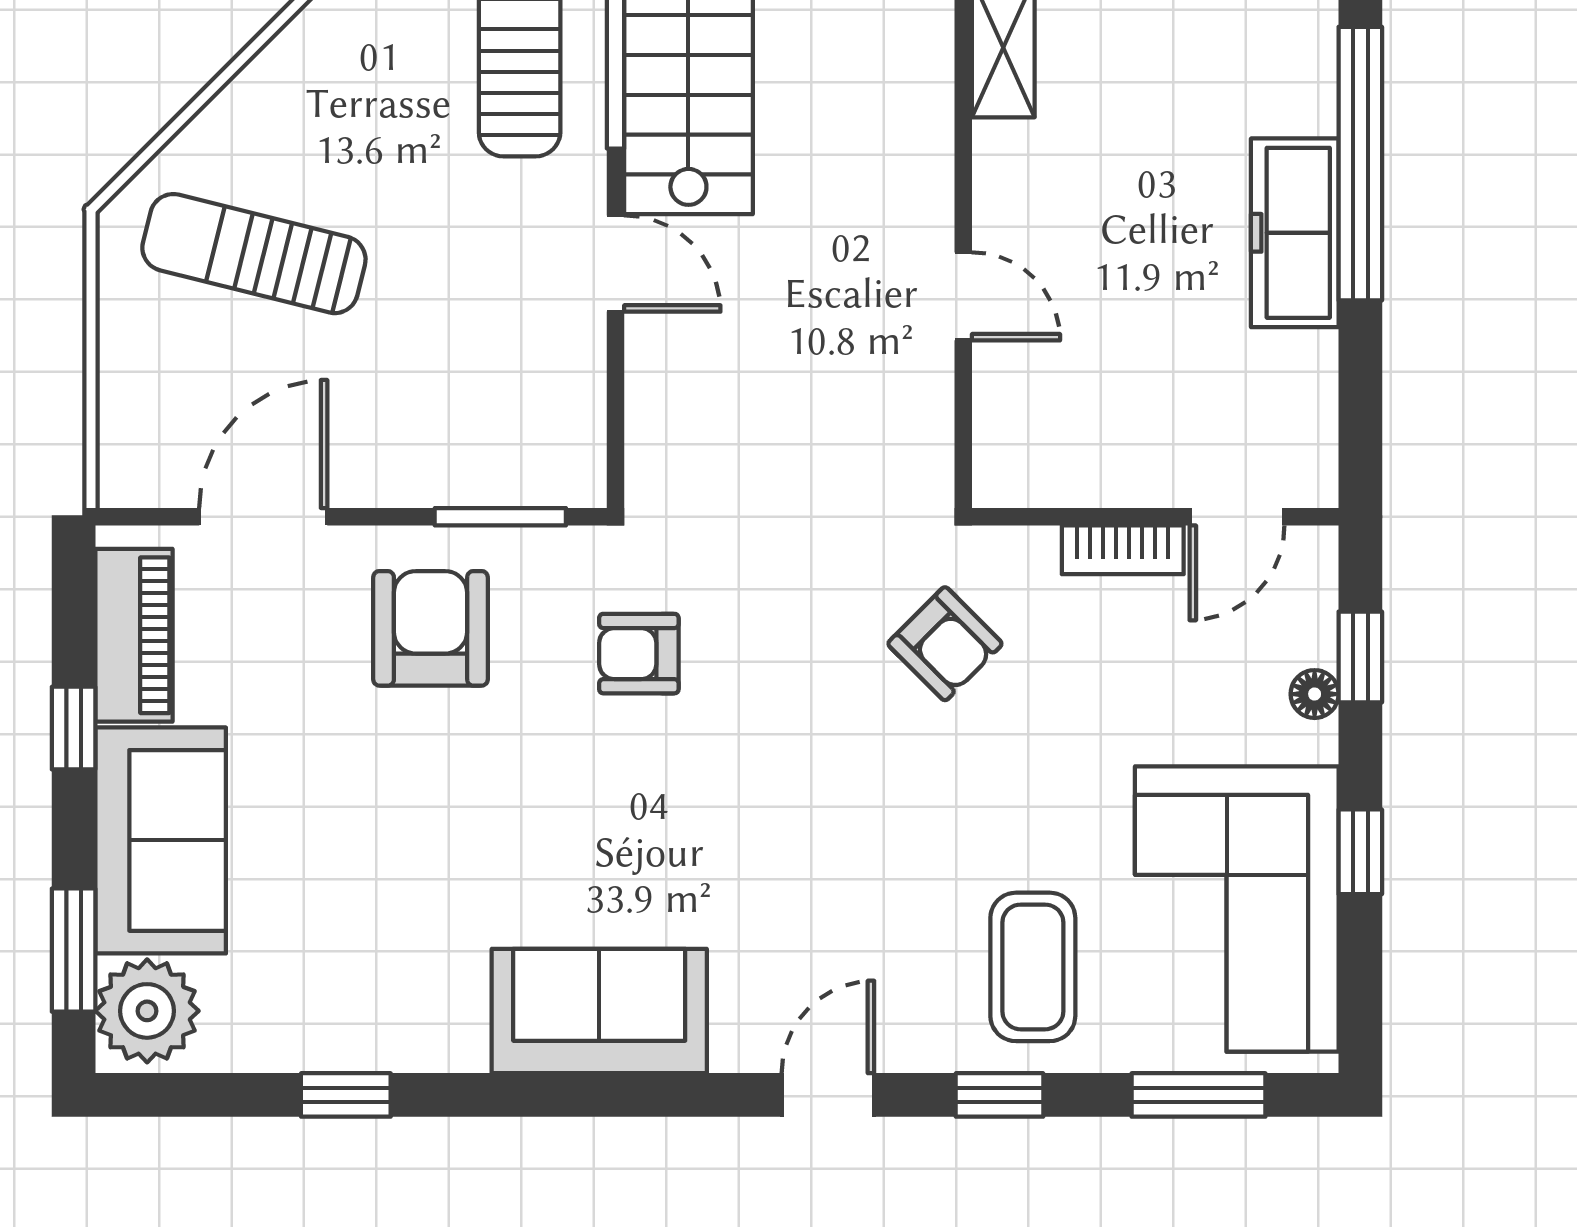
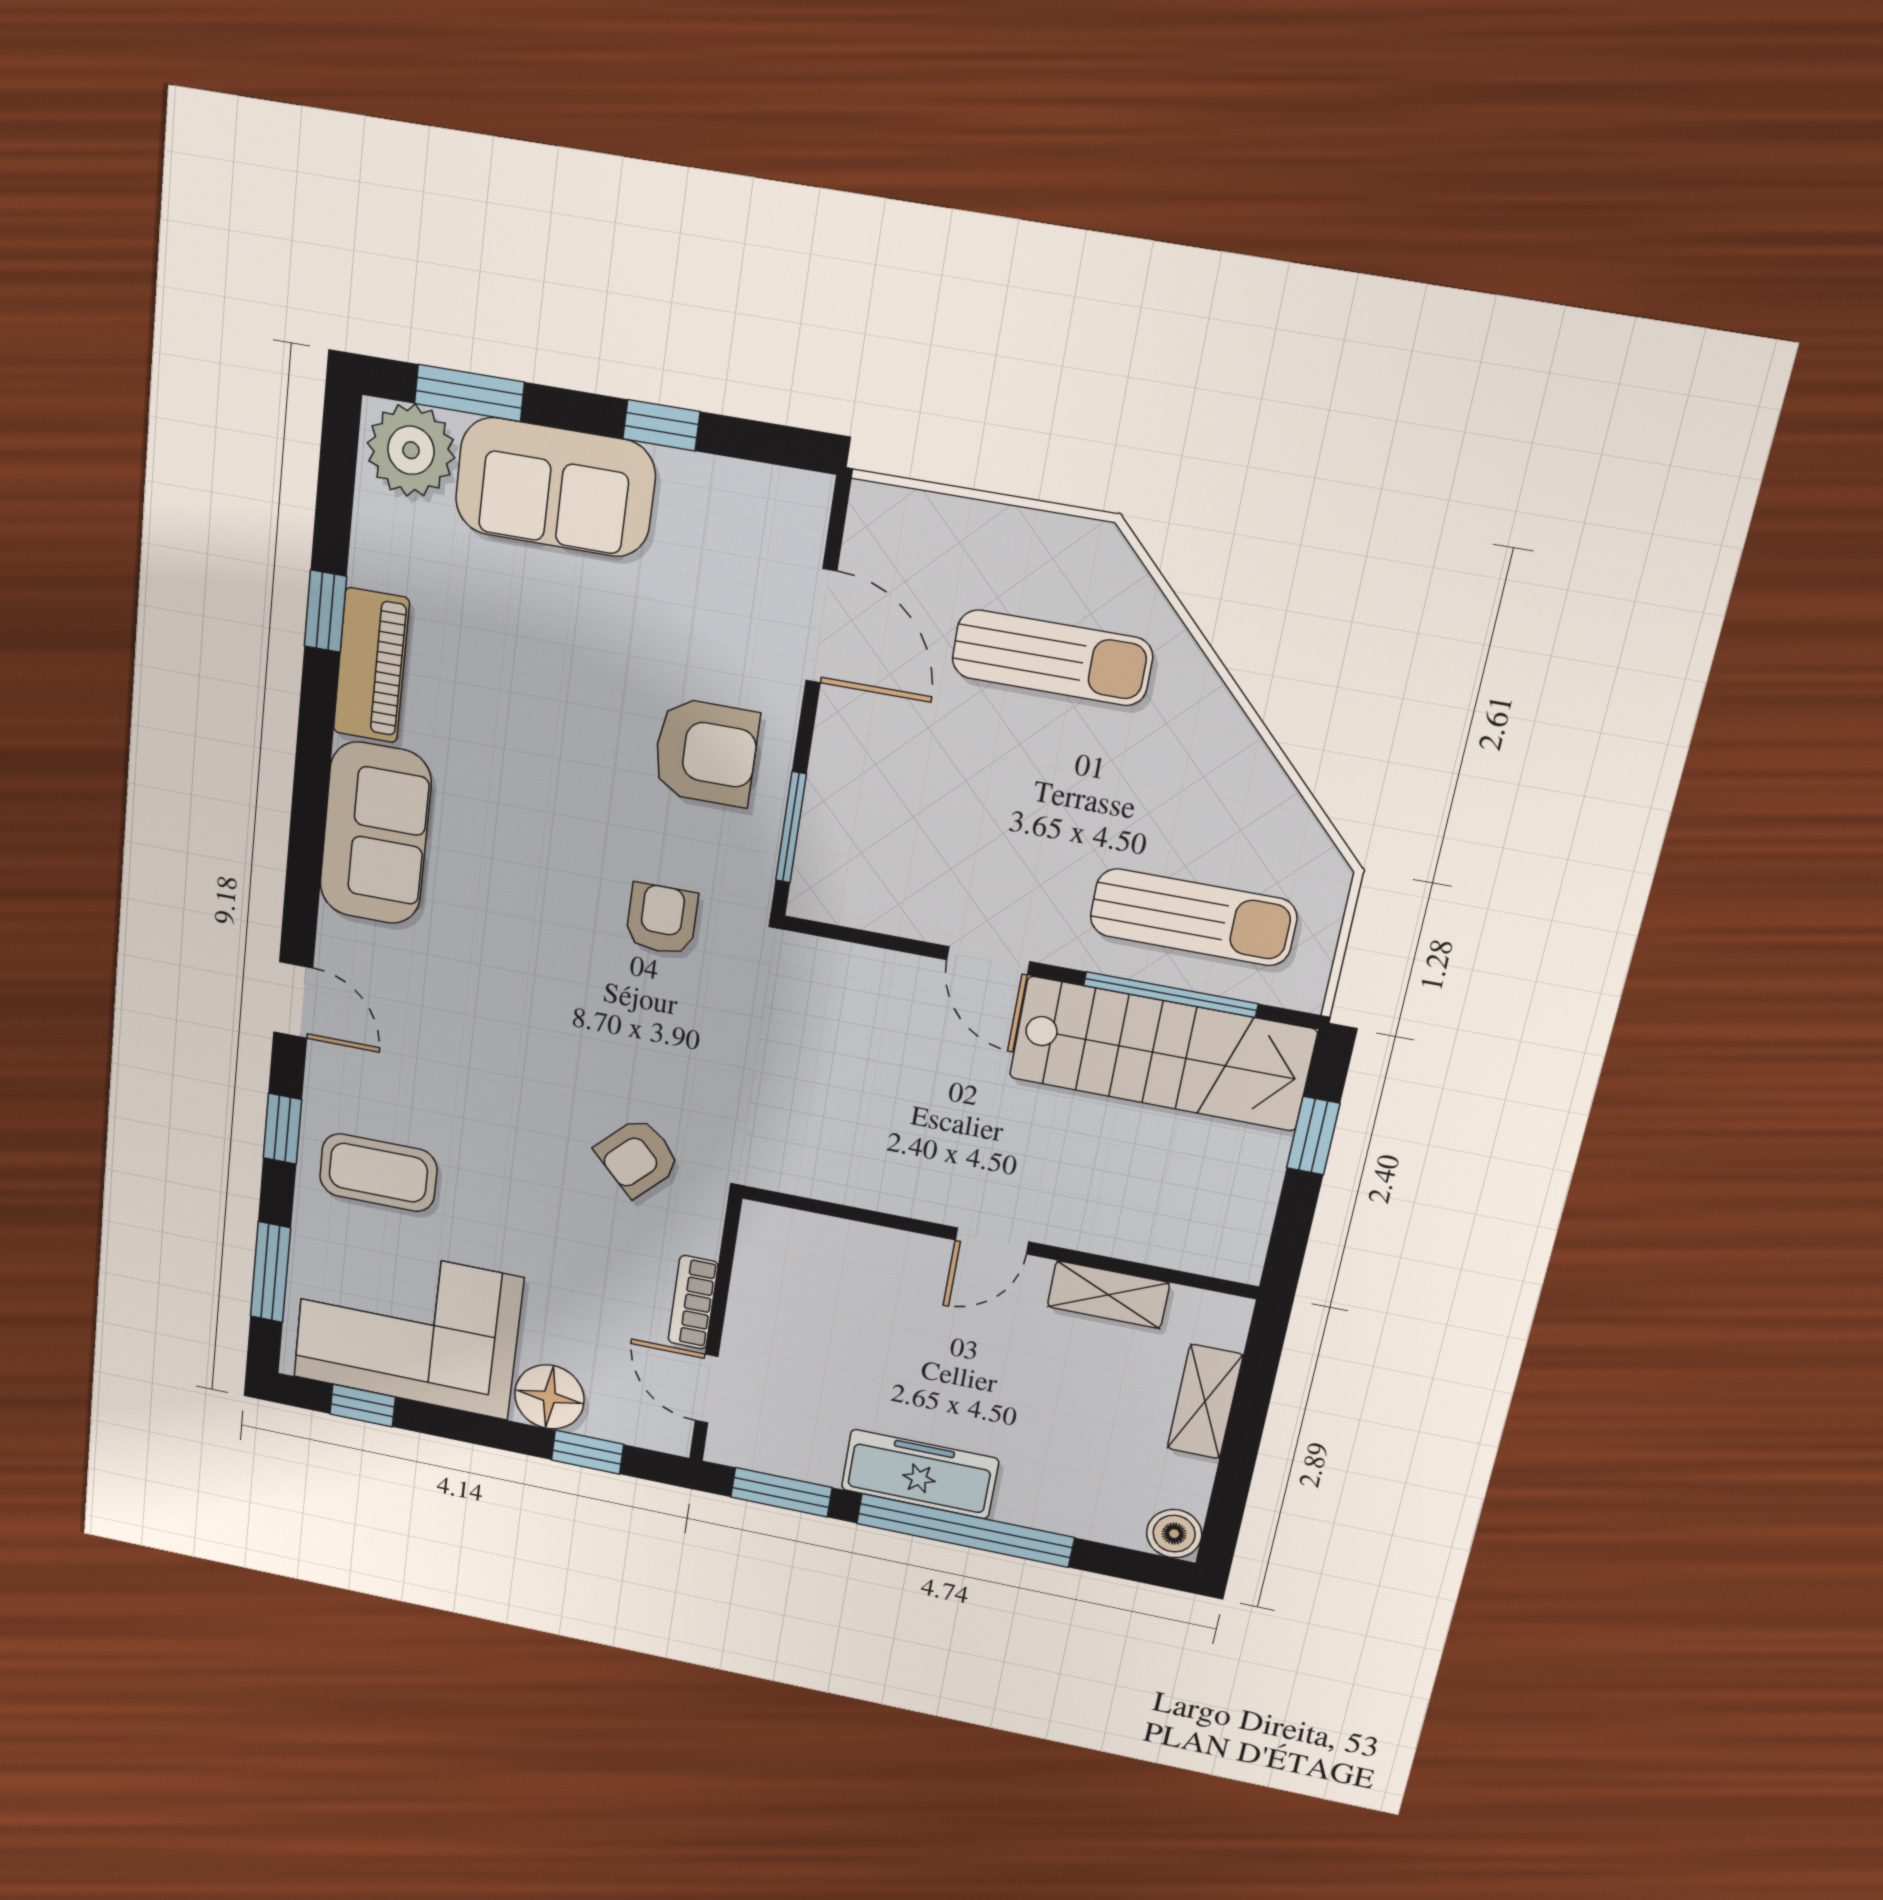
sun lounger: (254, 254) -> (1052, 658), turned 76
door: (616, 264) -> (988, 961), hinge flipped
door: (963, 296) -> (992, 1241), moved
window: (1360, 402) -> (781, 1492), added
piano: (134, 635) -> (371, 666), moved, turned -90
floor lamp: (1315, 694) -> (549, 1397), width x1.89, depth x1.89
window: (1360, 852) -> (363, 1406), moved

